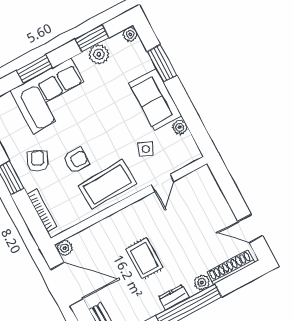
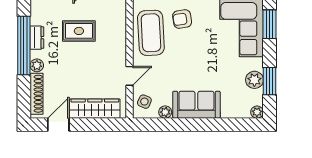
window: (162, 63) -> (222, 125), removed
side table: (146, 149) -> (144, 102), moved
armchair: (76, 160) -> (182, 19), turned 81
door: (162, 183) -> (129, 76), swing flipped
wardrobe: (214, 200) -> (95, 109), added

